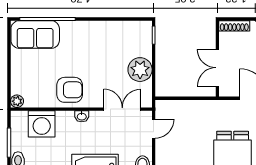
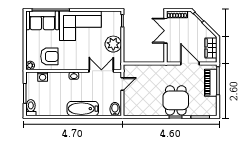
corner sofa: (91, 43) -> (80, 26), added
double door: (217, 68) -> (165, 31), moved
armchair: (70, 90) -> (49, 56), moved
washing machine: (42, 124) -> (43, 77), width x0.53, depth x0.53

